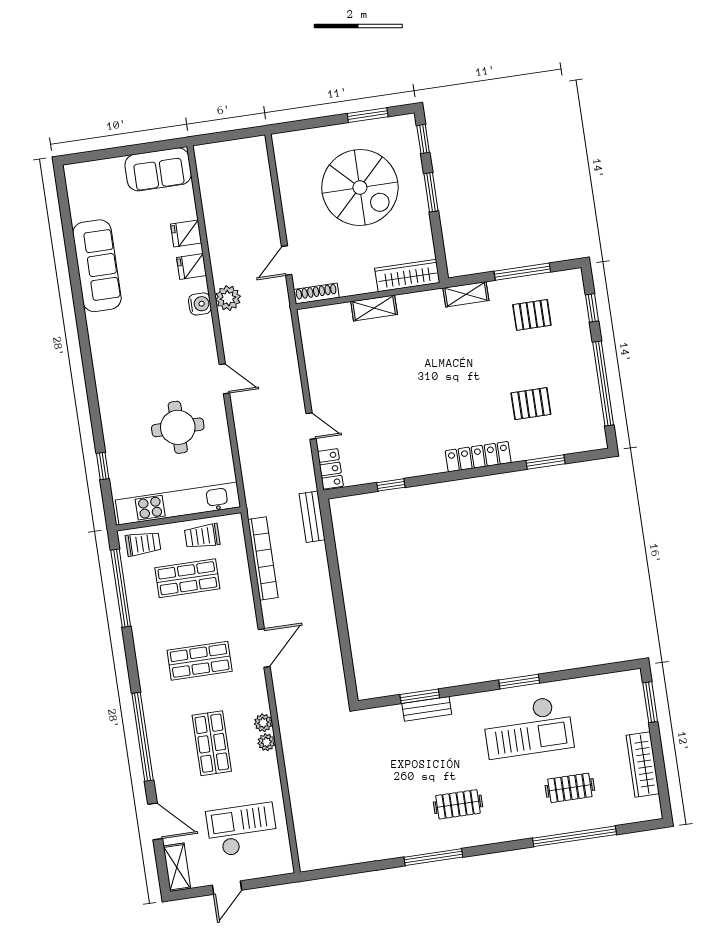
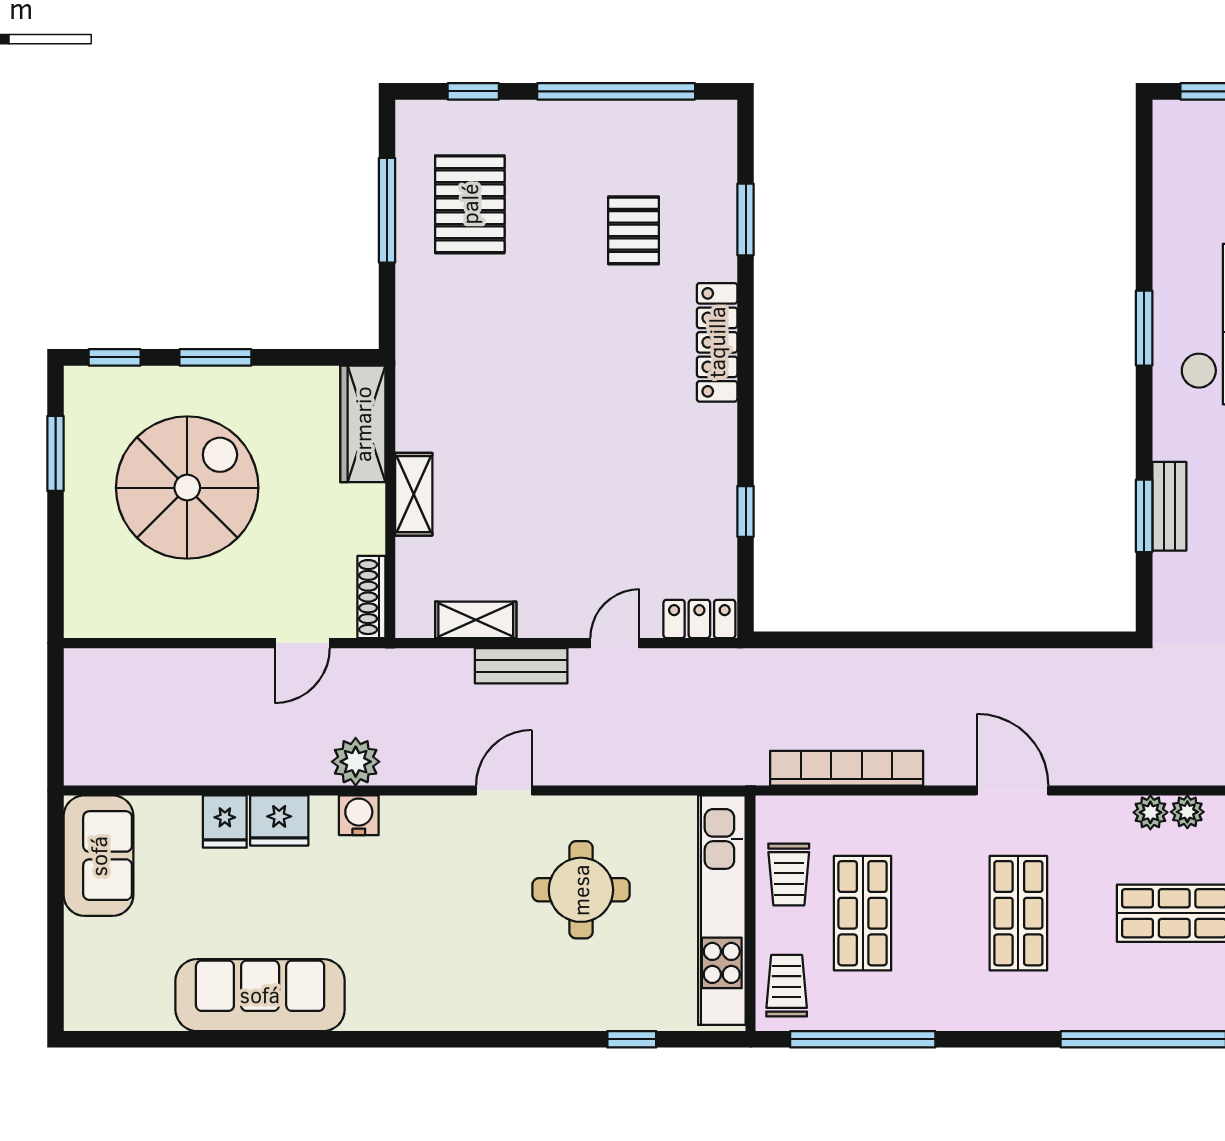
door: (287, 261) -> (302, 643), hinge flipped
fridge: (192, 266) -> (279, 820), width x1.38
shelving: (466, 294) -> (476, 620), moved, turned 90
pallet: (532, 315) -> (470, 204), width x1.50, depth x1.42
bench: (312, 517) -> (521, 666), moved

